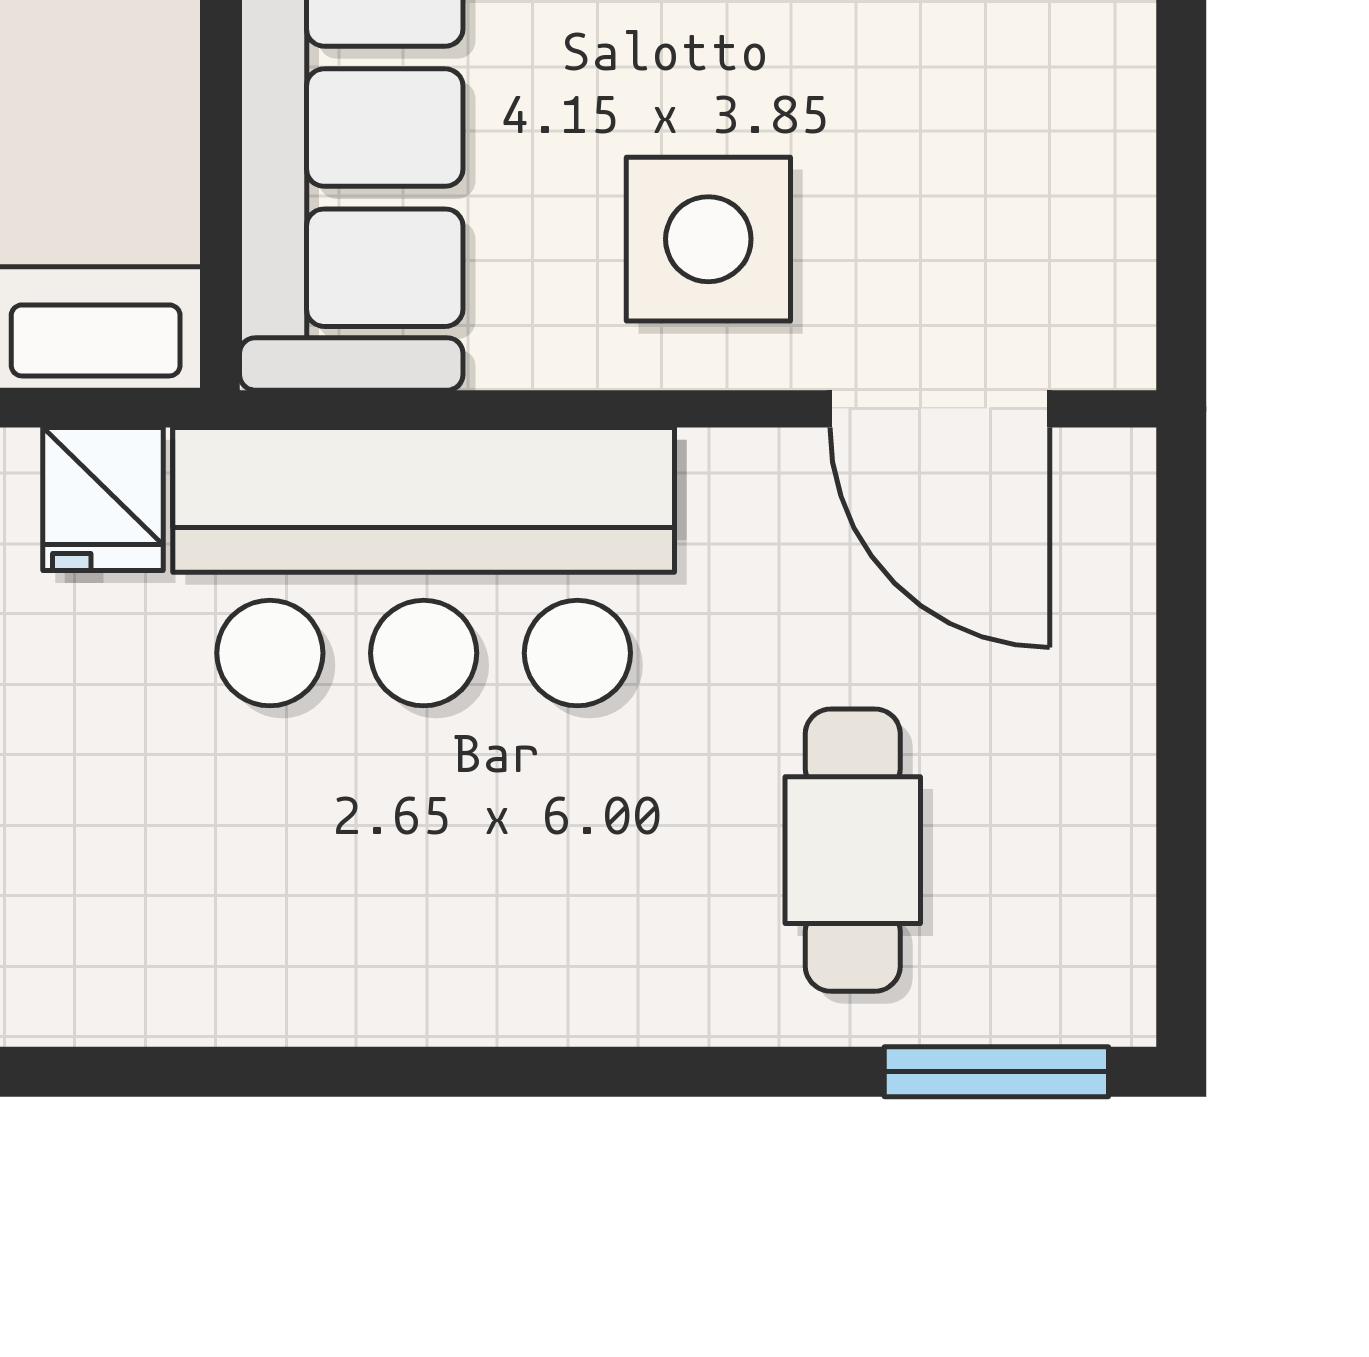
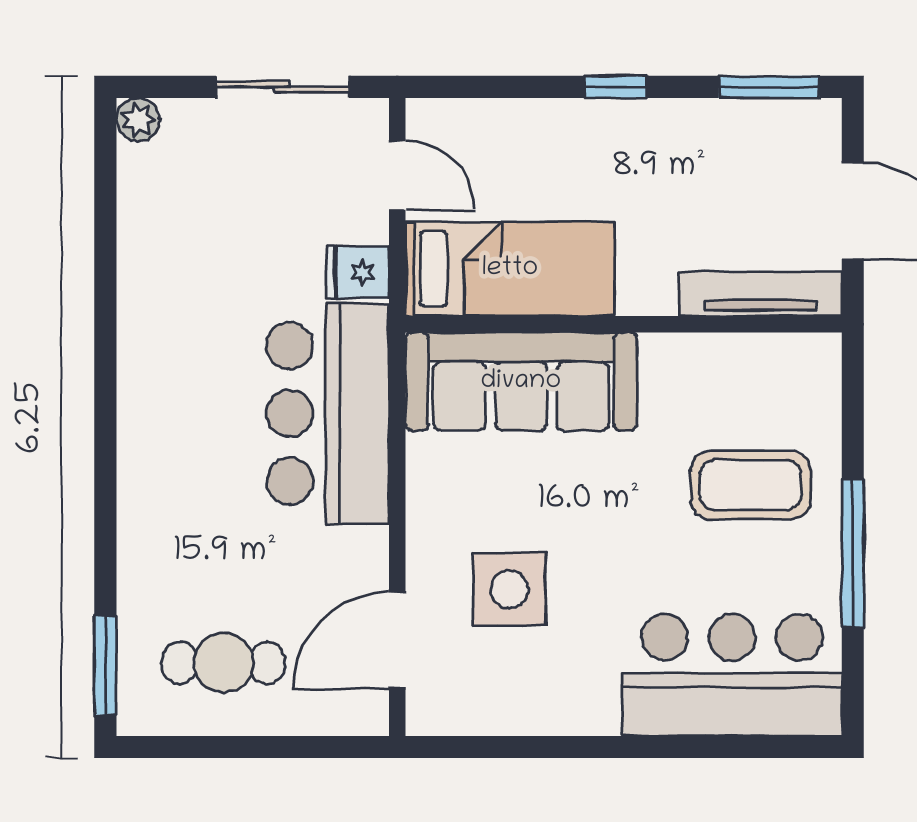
side table: (708, 239) -> (509, 589), moved
cafe table: (853, 850) -> (223, 663), moved

